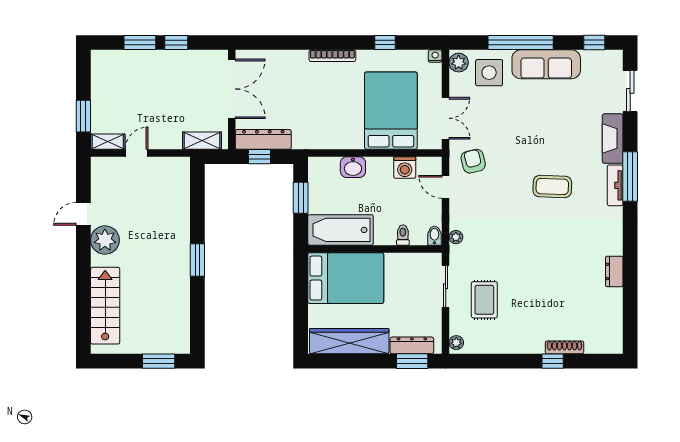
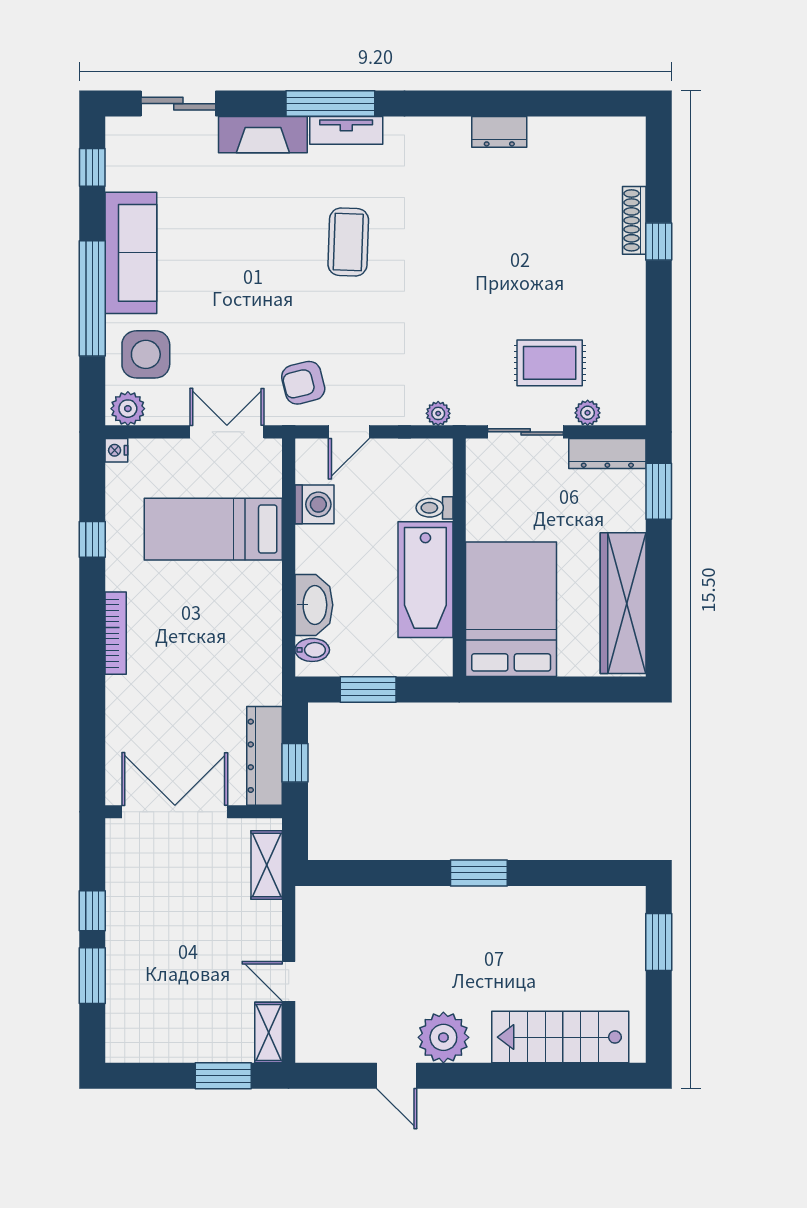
bed: (391, 111) -> (213, 529), width x0.67
washbasin: (353, 167) -> (314, 605), width x1.38
bathtub: (341, 230) -> (425, 580), moved
bidet: (434, 236) -> (312, 650), moved, turned 180
plant: (456, 343) -> (588, 413), moved
dresser: (412, 345) -> (607, 453), moved, turned -90

